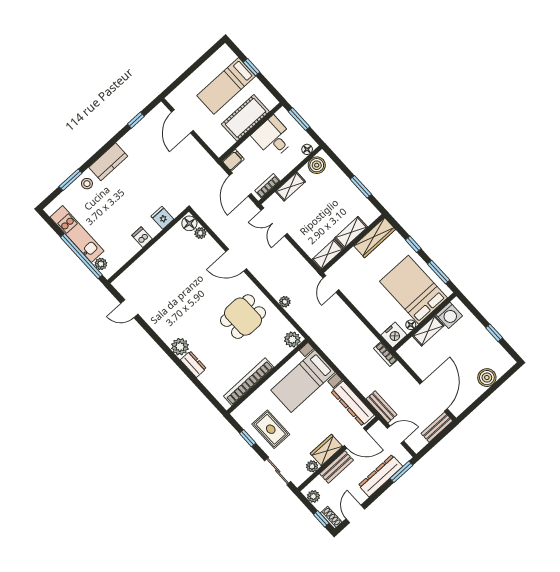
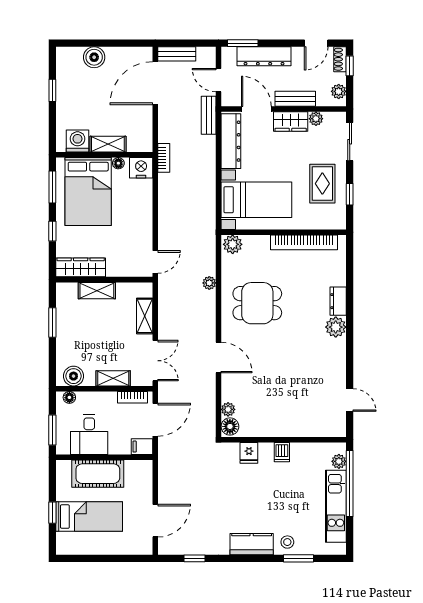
shelving: (327, 254) -> (145, 316), moved, turned 90

